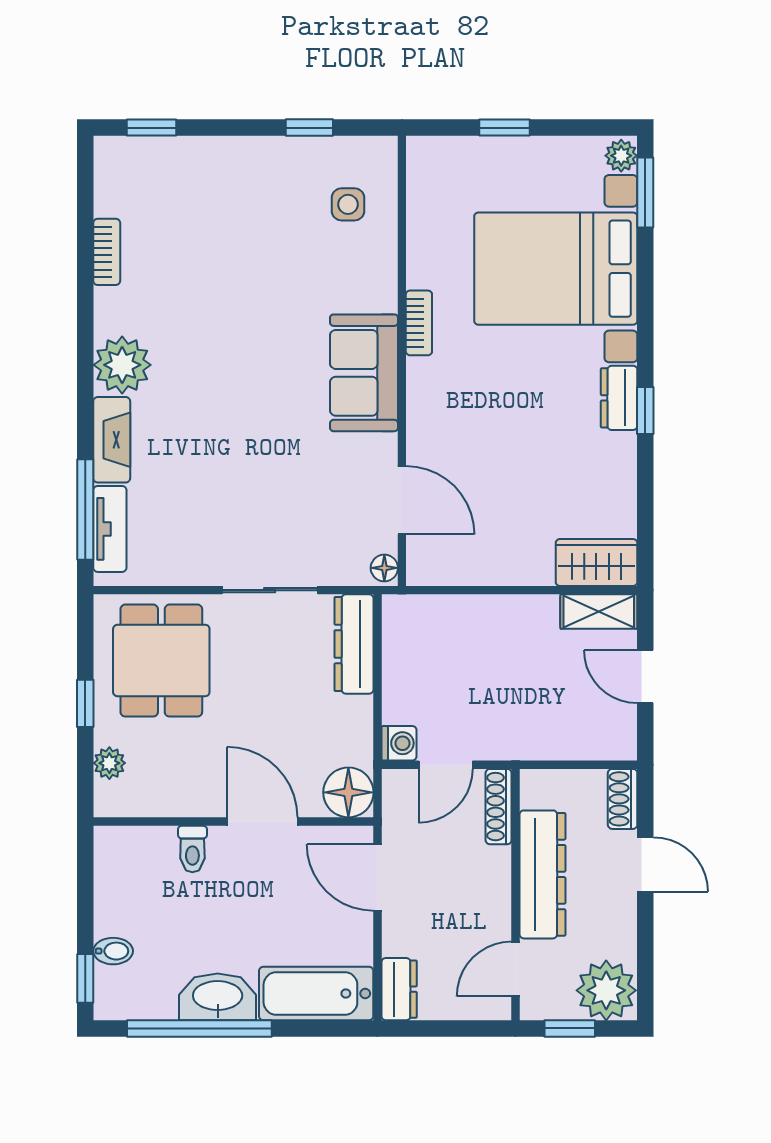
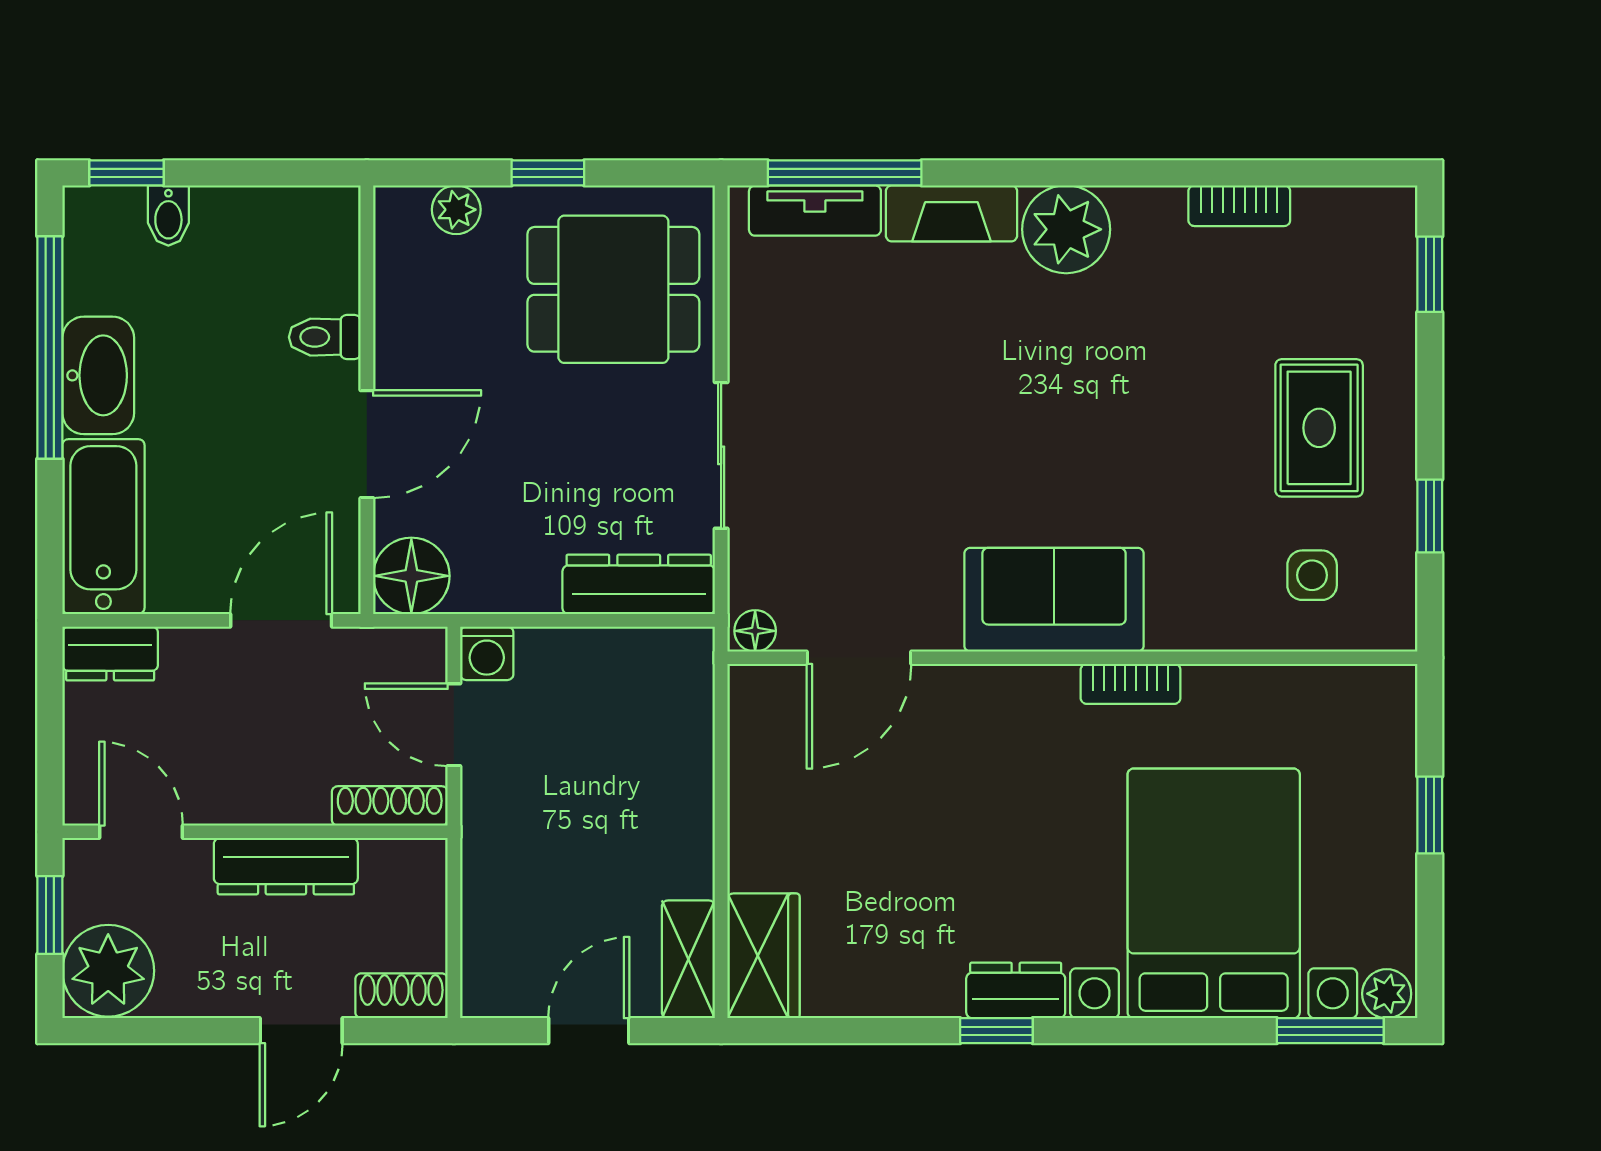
rug: (252, 200) -> (1319, 428), added
dresser: (542, 874) -> (286, 866), width x0.73, depth x0.80

